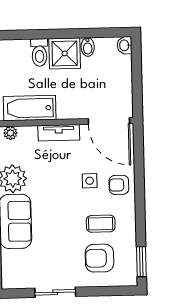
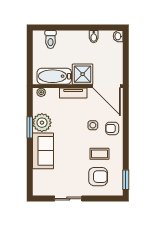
toilet: (39, 53) -> (51, 40), moved
shower: (65, 53) -> (83, 74), moved
armchair: (99, 258) -> (98, 177), turned 180

